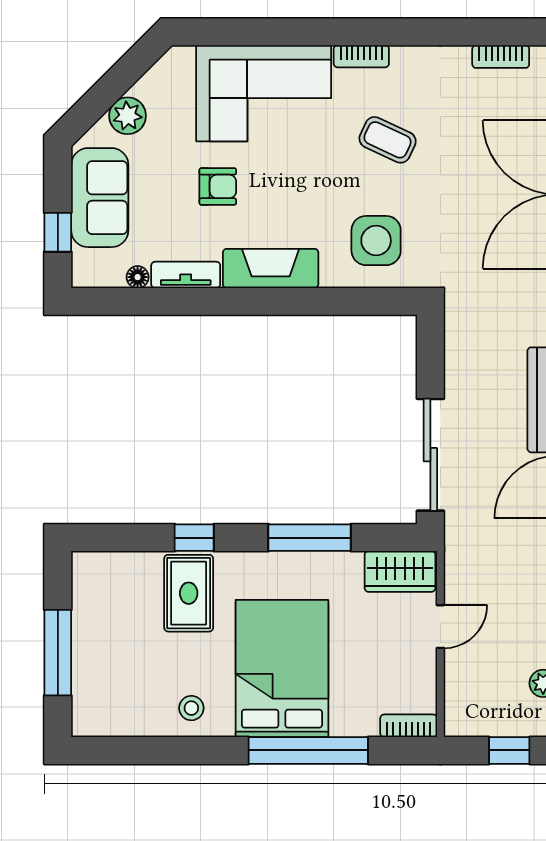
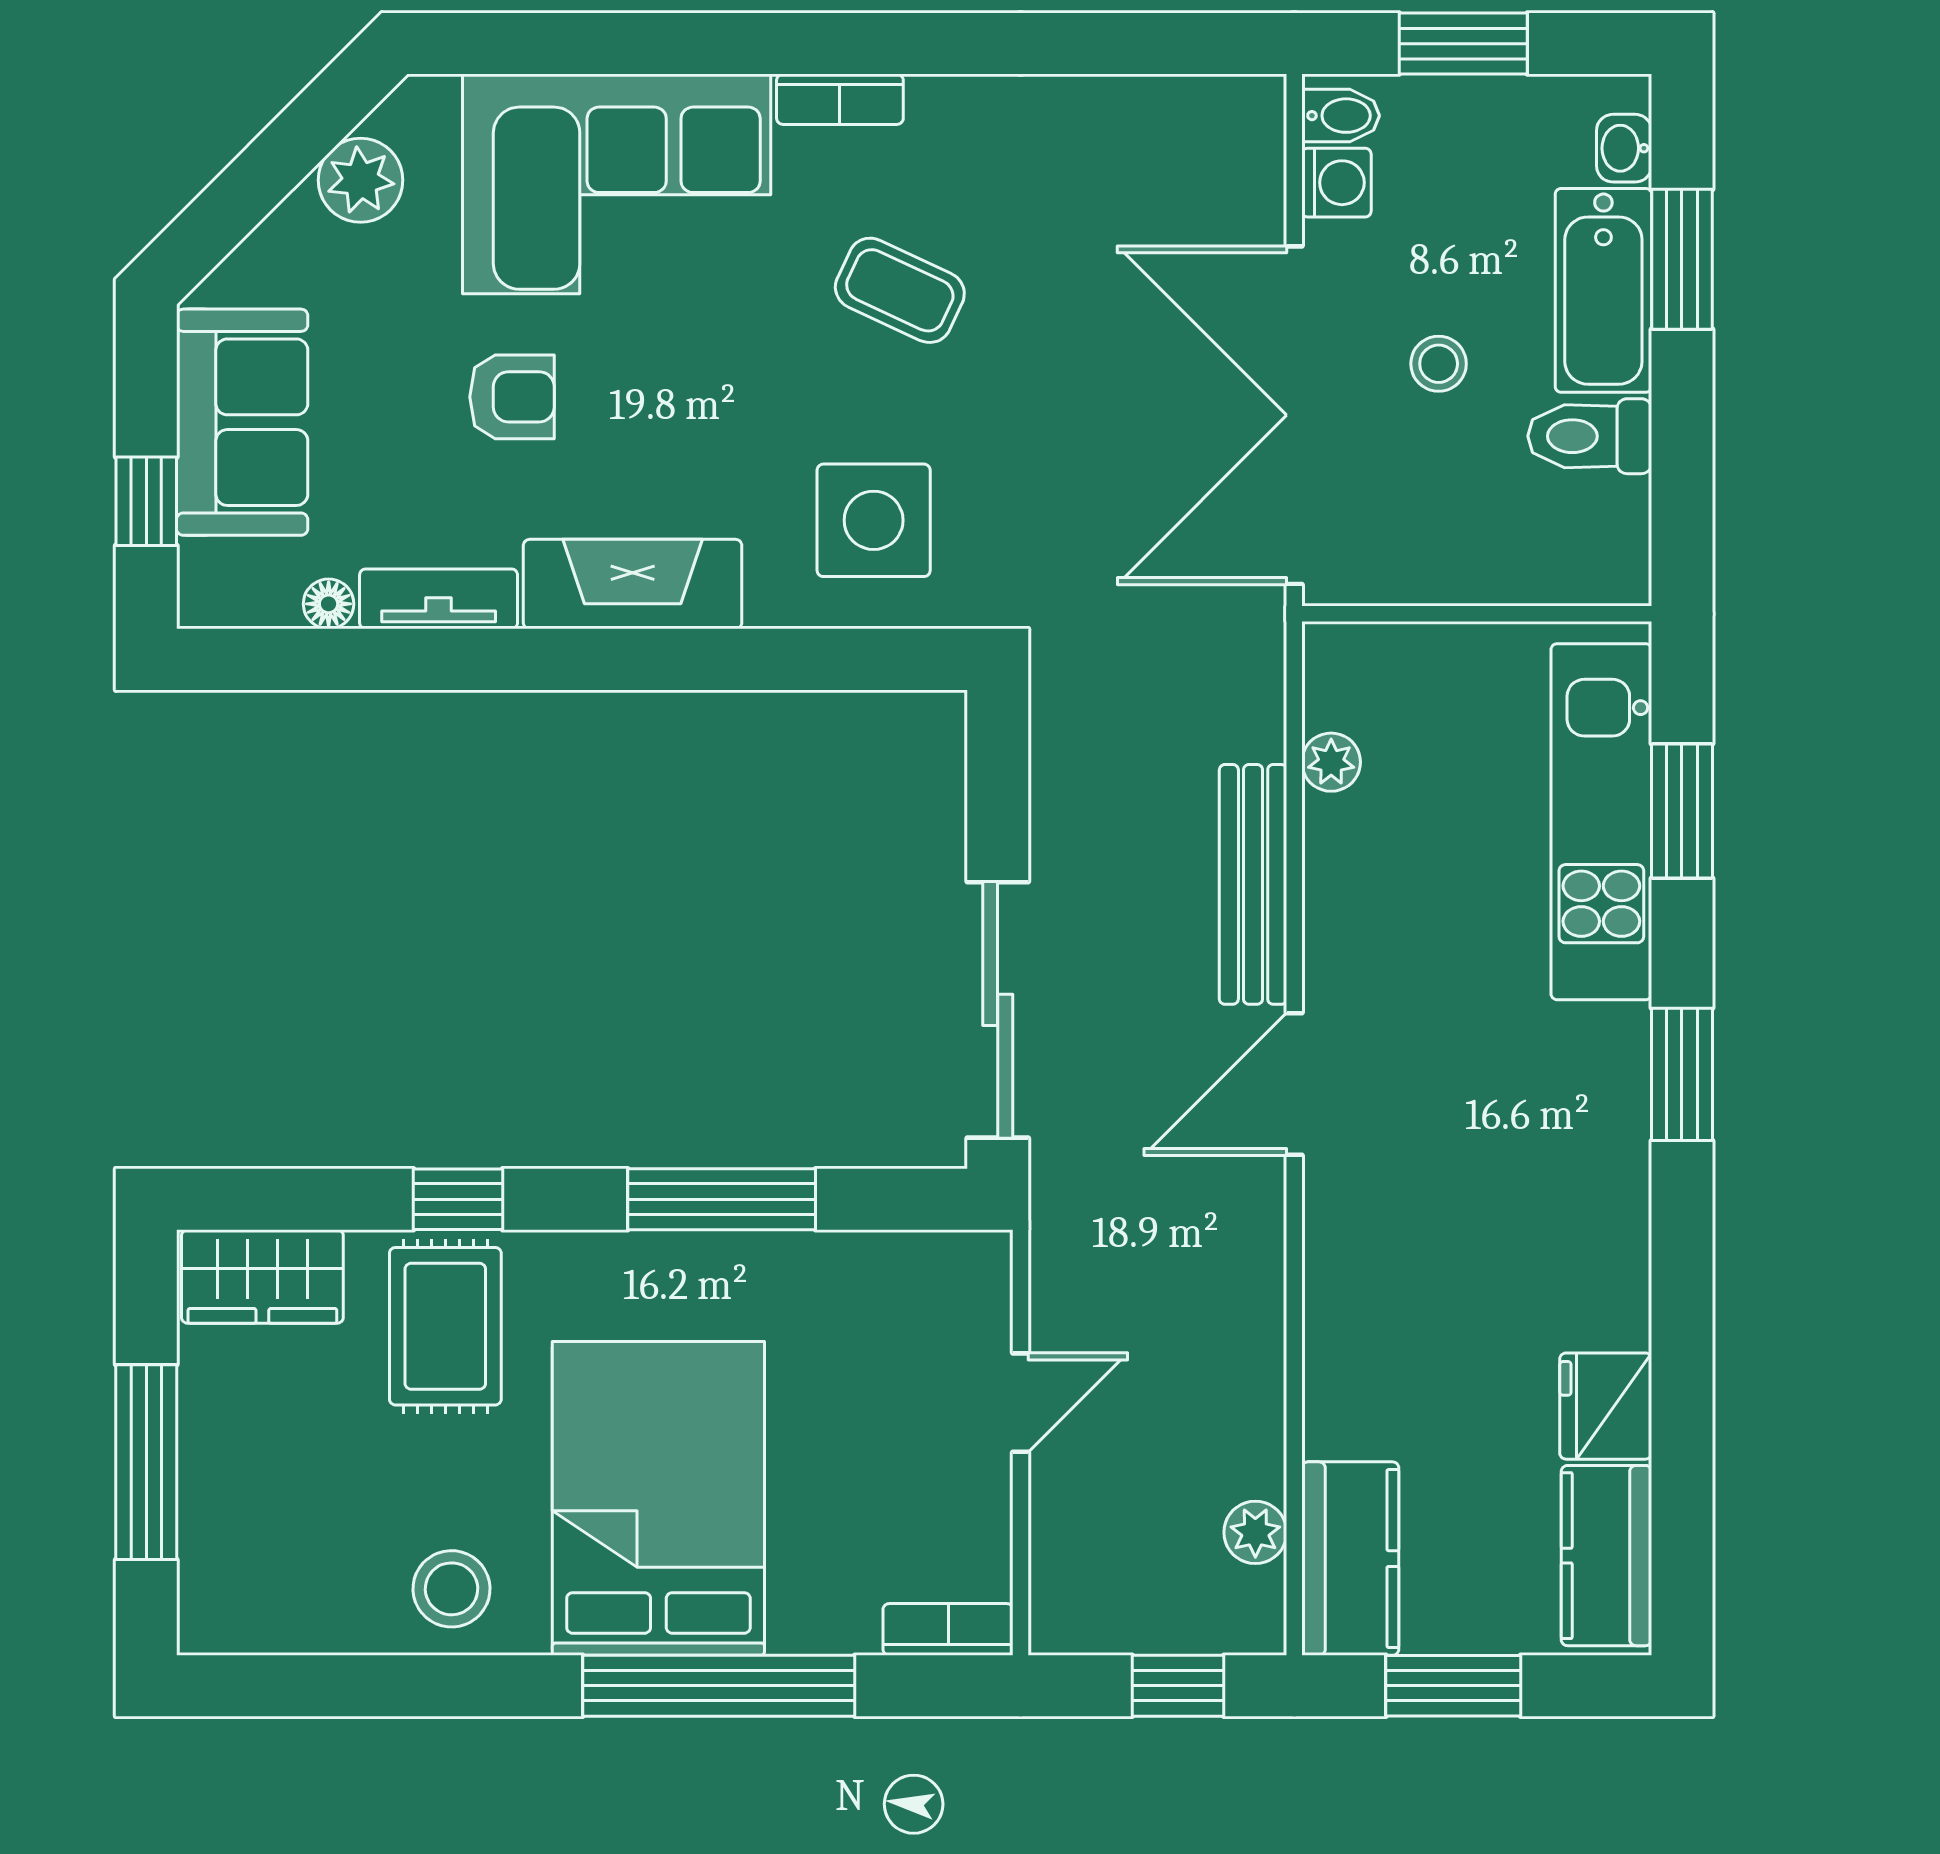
bookcase: (501, 57) -> (1158, 100), removed
plant: (127, 116) -> (361, 180), moved
wardrobe: (400, 571) -> (262, 1276), moved
stool: (191, 708) -> (451, 1589), width x1.37, depth x1.37

